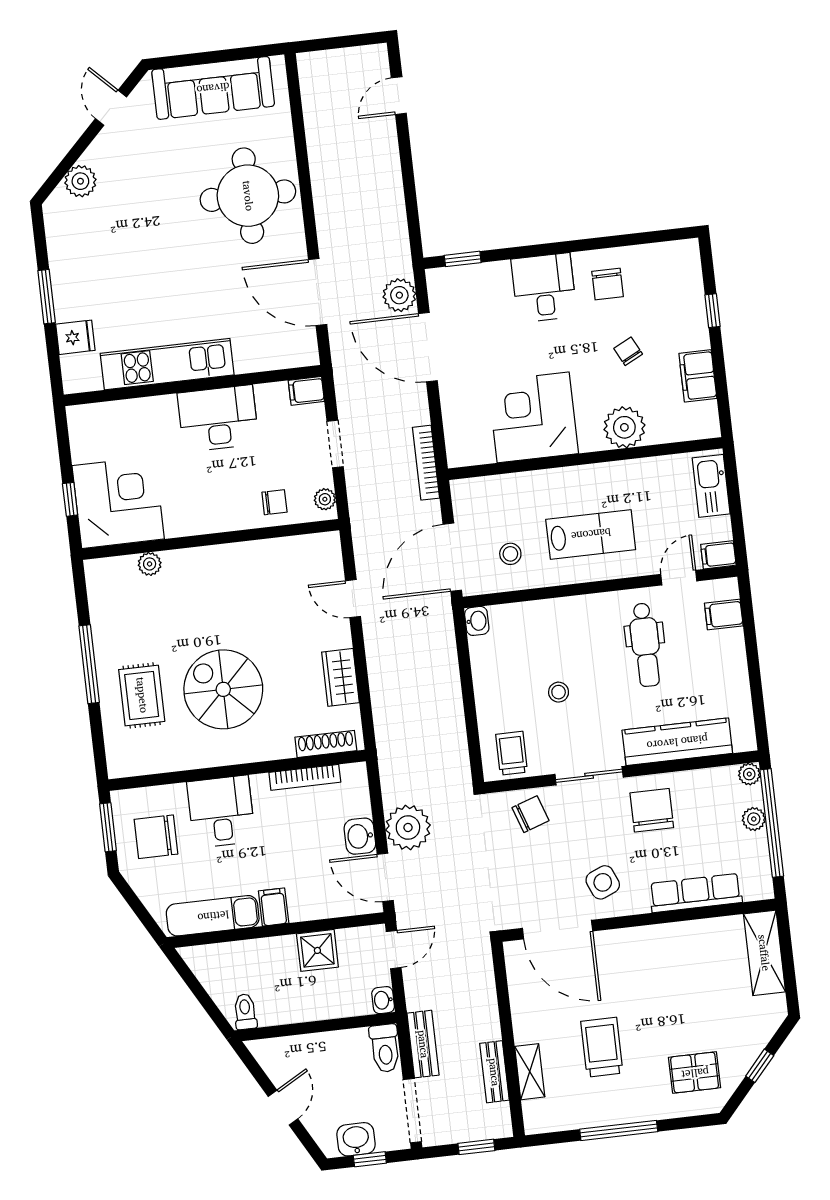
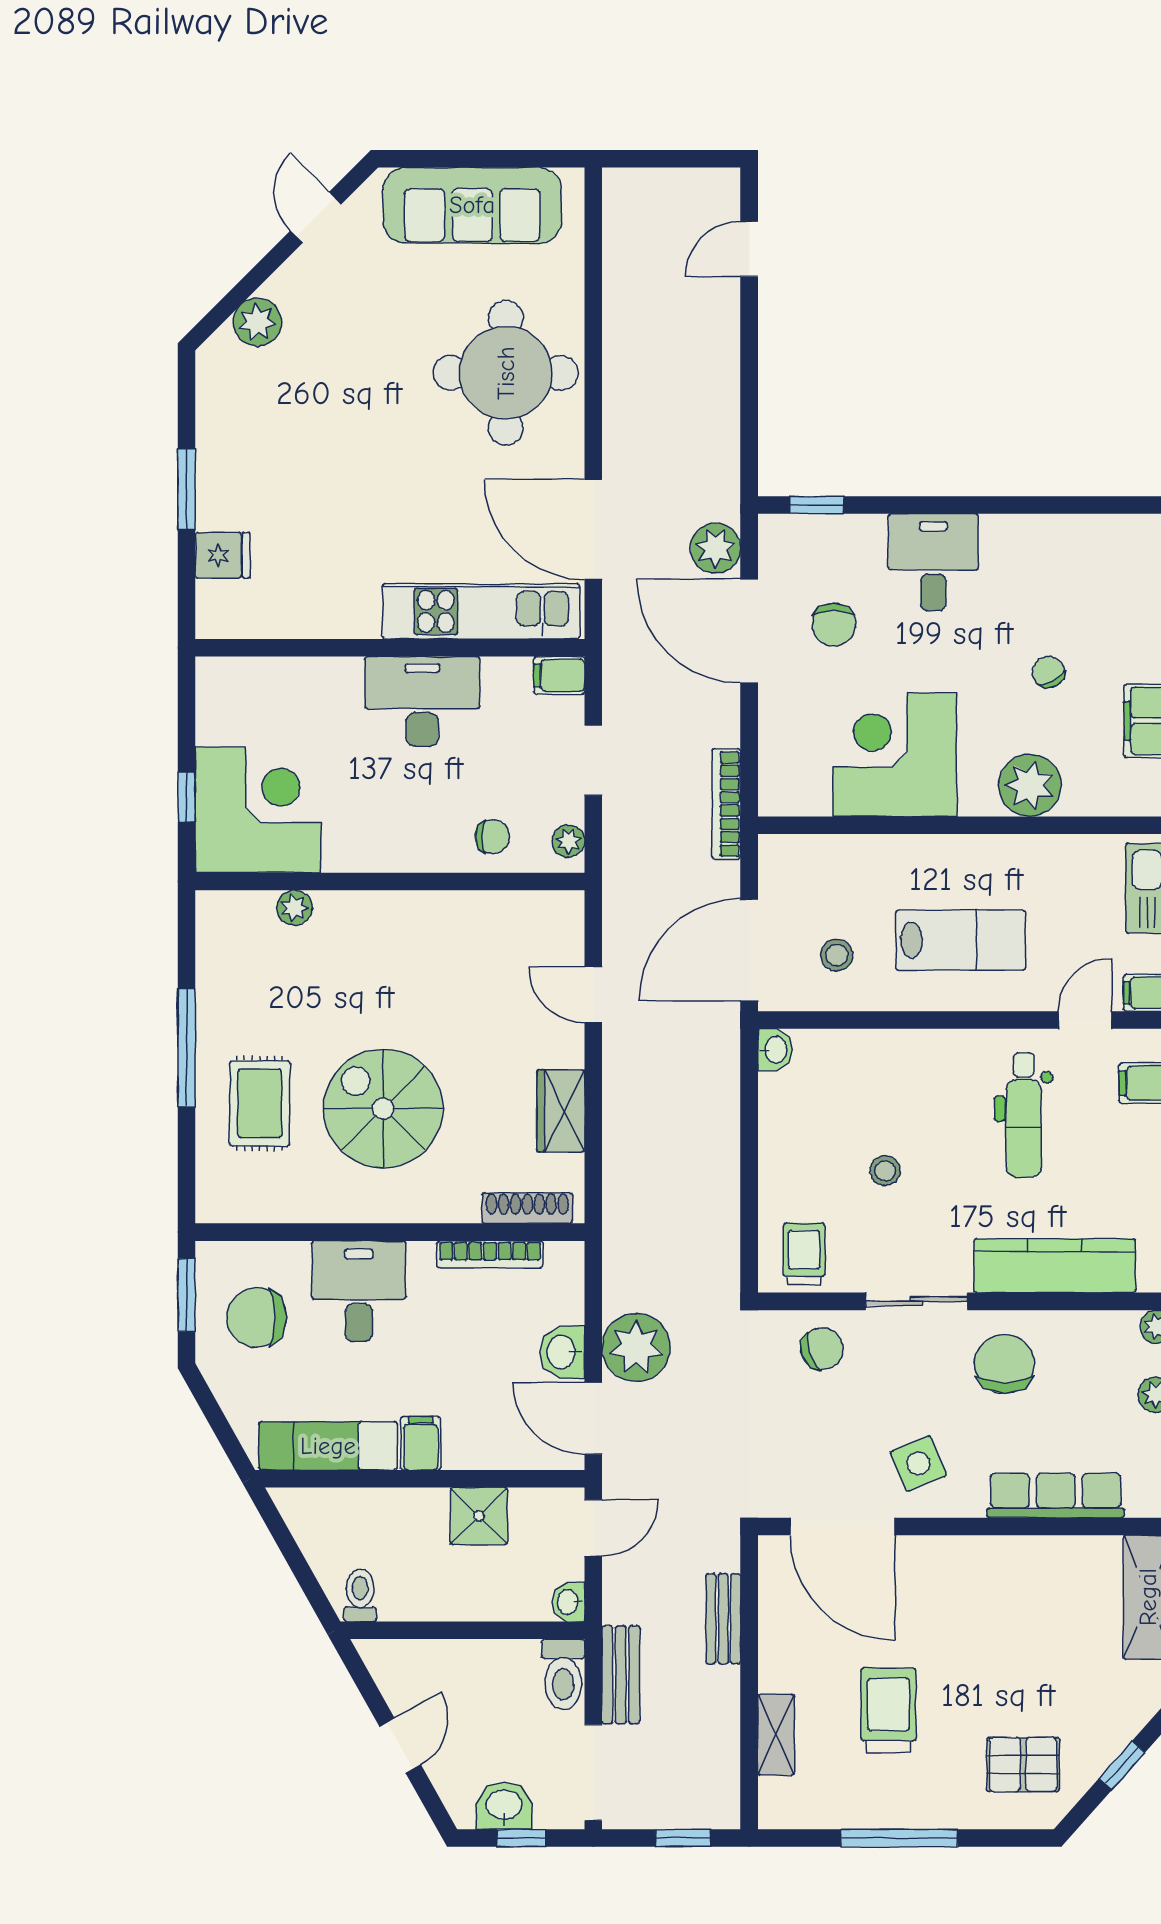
chair: (608, 284) -> (834, 625), moved
kitchen unit: (167, 364) -> (481, 611), moved
bench: (494, 1072) -> (723, 1619), moved

